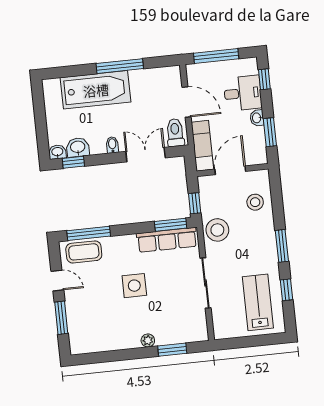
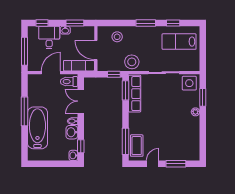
washbasin: (78, 147) -> (72, 132), moved
side table: (134, 286) -> (189, 83), moved

